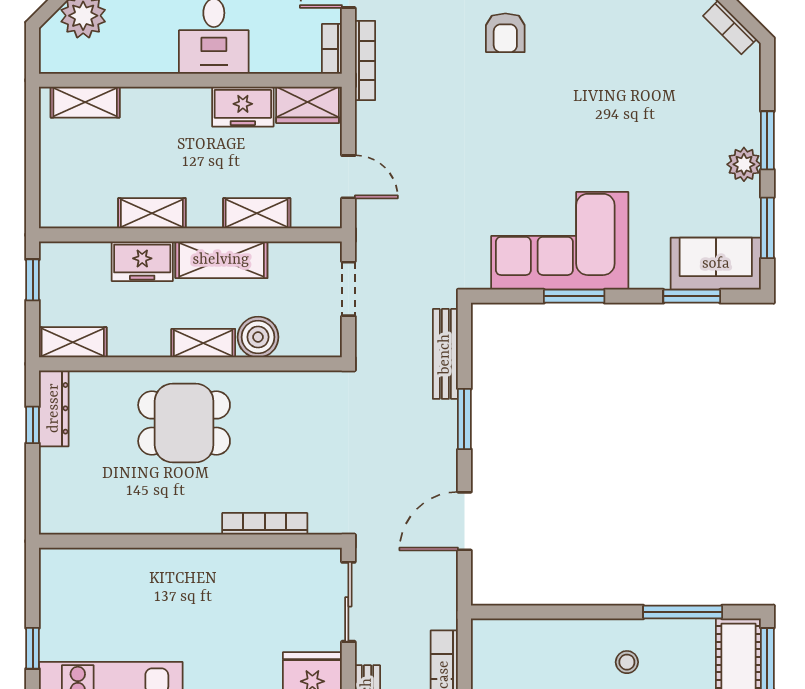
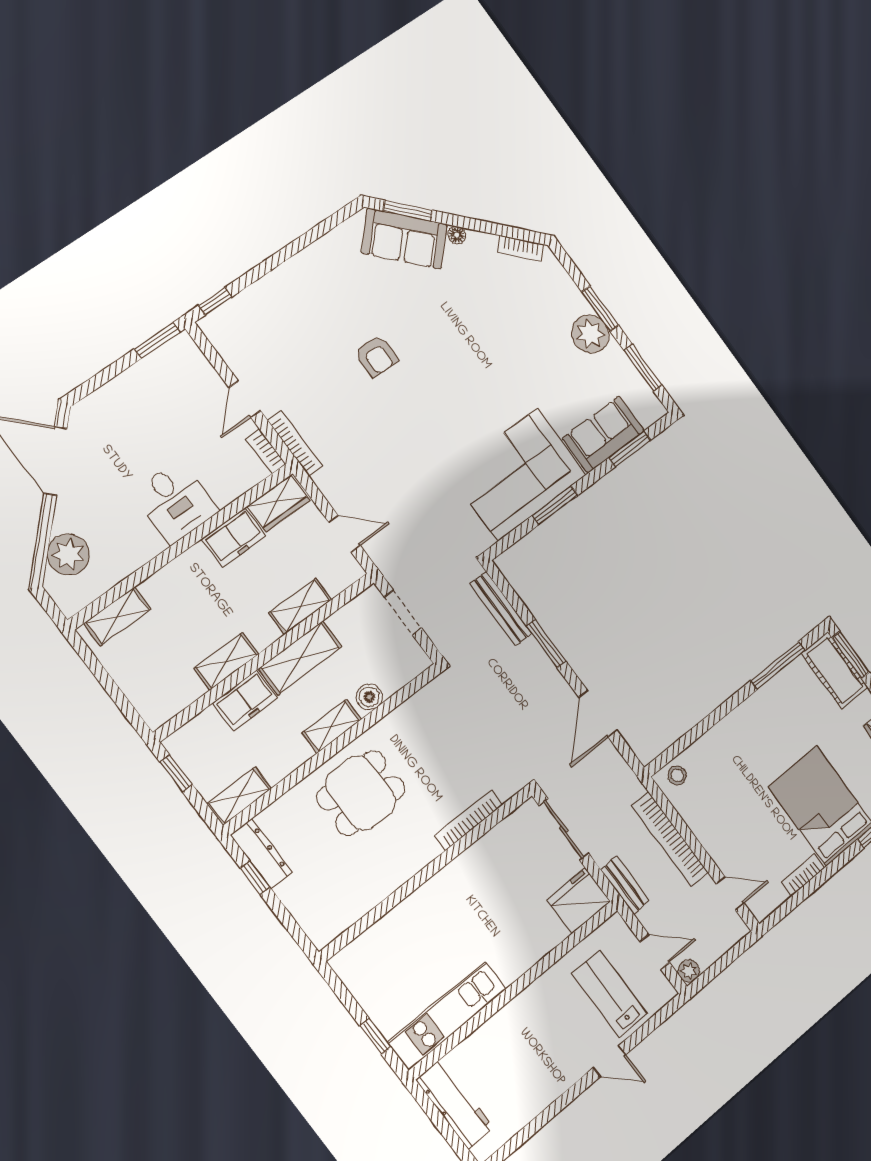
plant: (744, 164) -> (590, 334), width x1.36, depth x1.36
sofa: (716, 264) -> (604, 434), moved
boiler: (258, 337) -> (369, 697), width x0.73, depth x0.73
stool: (627, 662) -> (677, 775), moved

